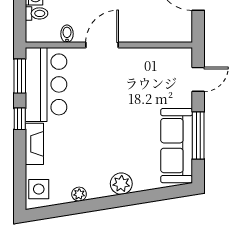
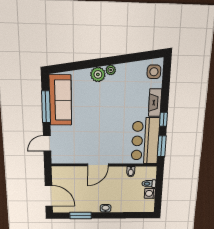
door: (102, 45) -> (98, 165), moved
plant: (79, 194) -> (111, 70), moved

